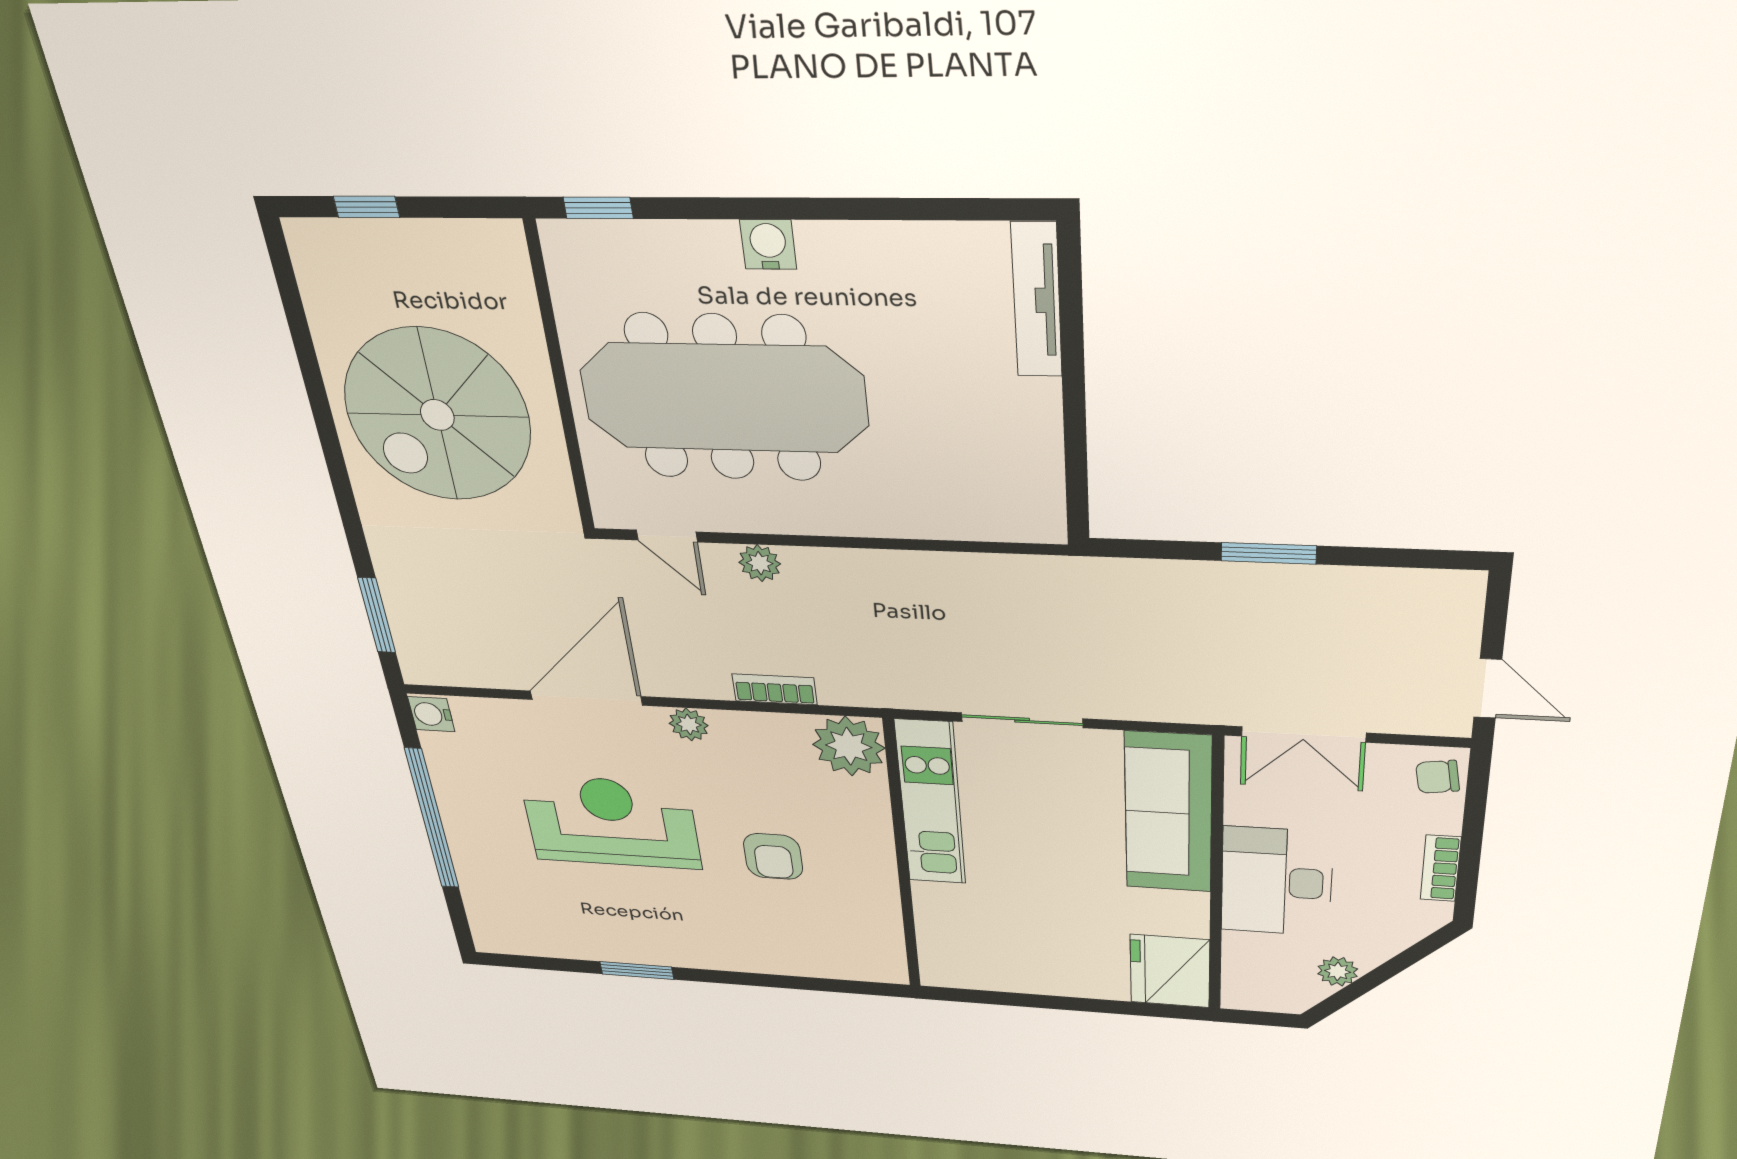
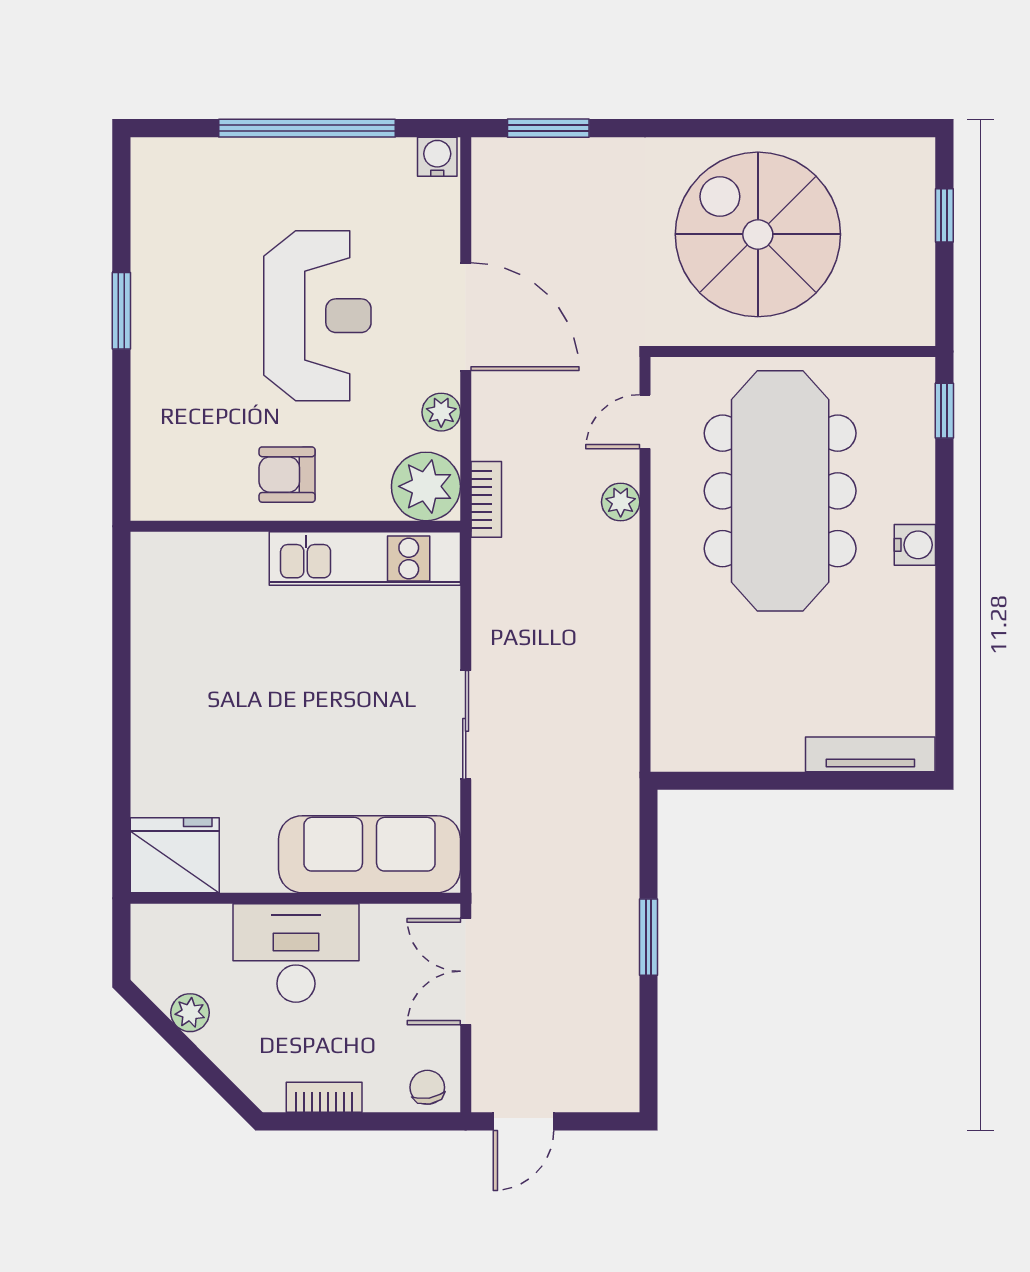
plant: (849, 746) -> (426, 486), moved
kitchen unit: (931, 803) -> (365, 558), moved
wall: (902, 858) -> (295, 526), moved

